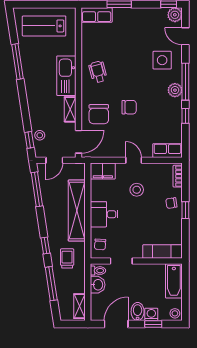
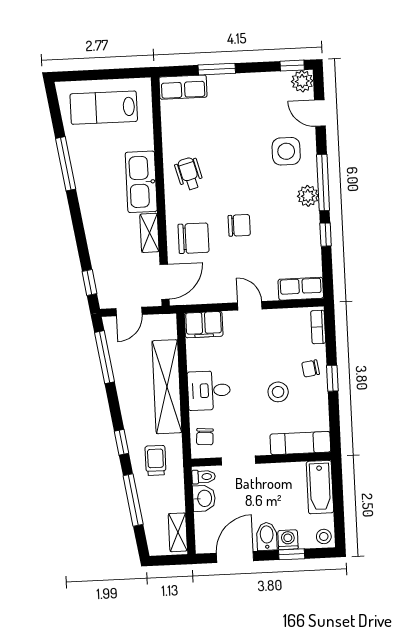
chair: (99, 114) -> (193, 238), turned -90
stool: (40, 135) -> (105, 275), removed
stool: (137, 190) -> (278, 392), moved

